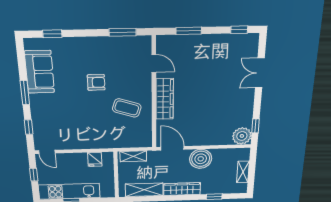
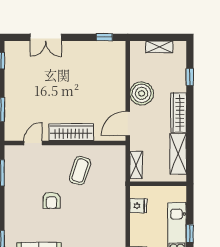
armchair: (96, 82) -> (52, 200), turned 180
plant: (242, 136) -> (116, 51), removed

